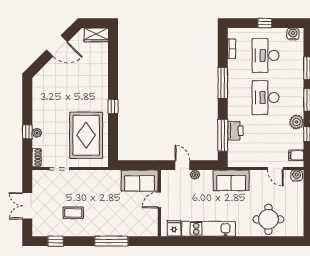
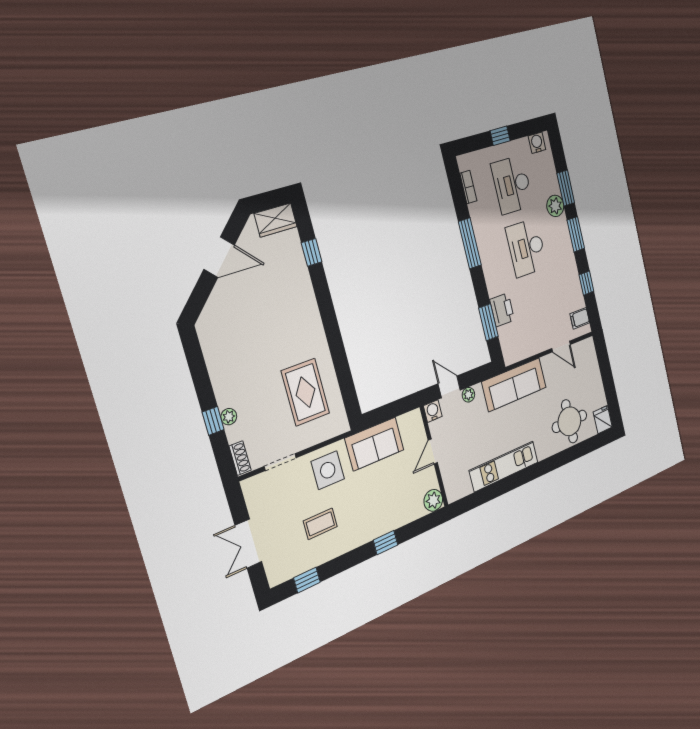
window: (113, 107) -> (312, 252), moved
plant: (296, 122) -> (555, 206), moved
rug: (86, 135) -> (305, 392), width x0.73, depth x0.69
window: (223, 135) -> (488, 322), width x0.69
water cooler: (297, 176) -> (433, 411), moved
sofa: (231, 180) -> (514, 385), width x1.36
sofa: (140, 181) -> (375, 444), moved
side table: (87, 184) -> (328, 470), added
fridge: (174, 228) -> (603, 420), moved
plant: (151, 229) -> (433, 500), added
window: (111, 241) -> (385, 543), width x0.46

